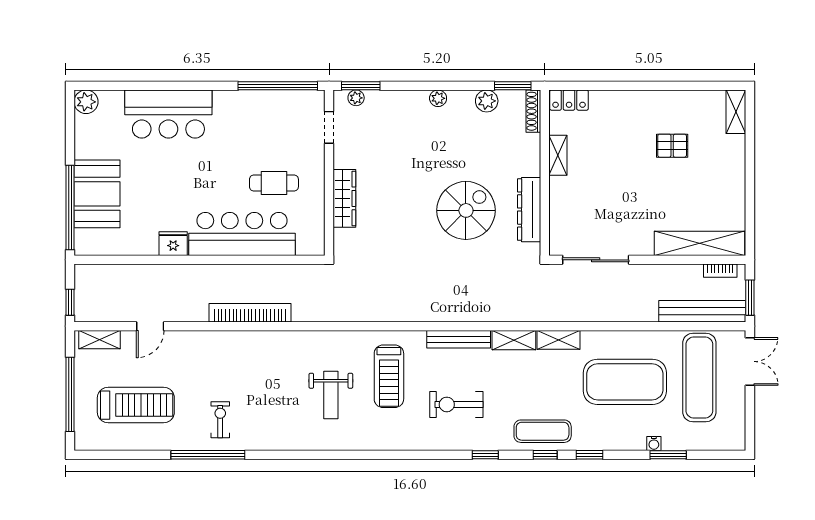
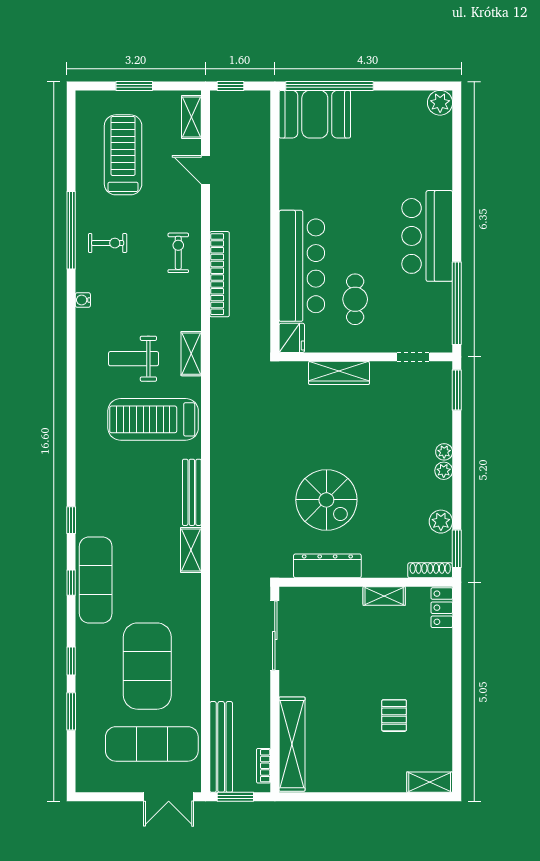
plant: (356, 98) -> (444, 452), moved
bar counter: (168, 114) -> (427, 236), moved
booth: (97, 194) -> (315, 114), moved
fridge: (173, 244) -> (292, 338), moved
shelving: (559, 340) -> (191, 354), moved
treadmill: (389, 376) -> (153, 419), width x1.37, depth x1.38
window: (70, 394) -> (134, 86), width x0.47
exercise bike: (456, 404) -> (178, 253), moved, width x0.73, depth x0.72
treadmill: (136, 405) -> (123, 155), turned 180
exercise mat: (543, 431) -> (96, 580), width x1.36, depth x1.45
water cooler: (654, 443) -> (83, 300), moved
window: (589, 455) -> (71, 661), moved

